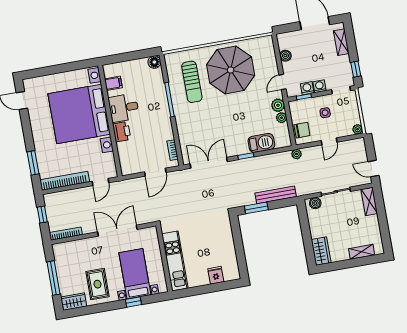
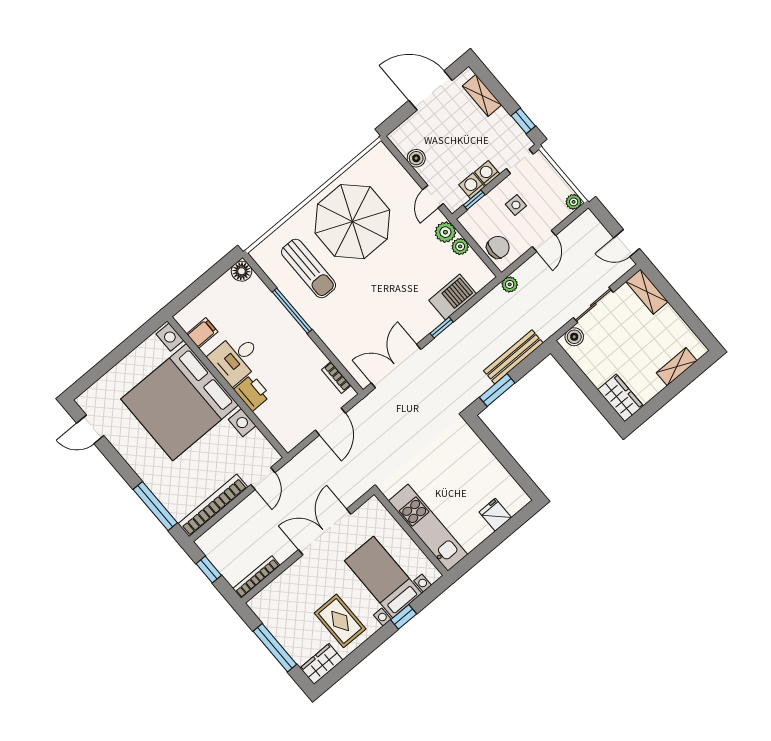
window: (33, 163) -> (155, 506), width x1.44

